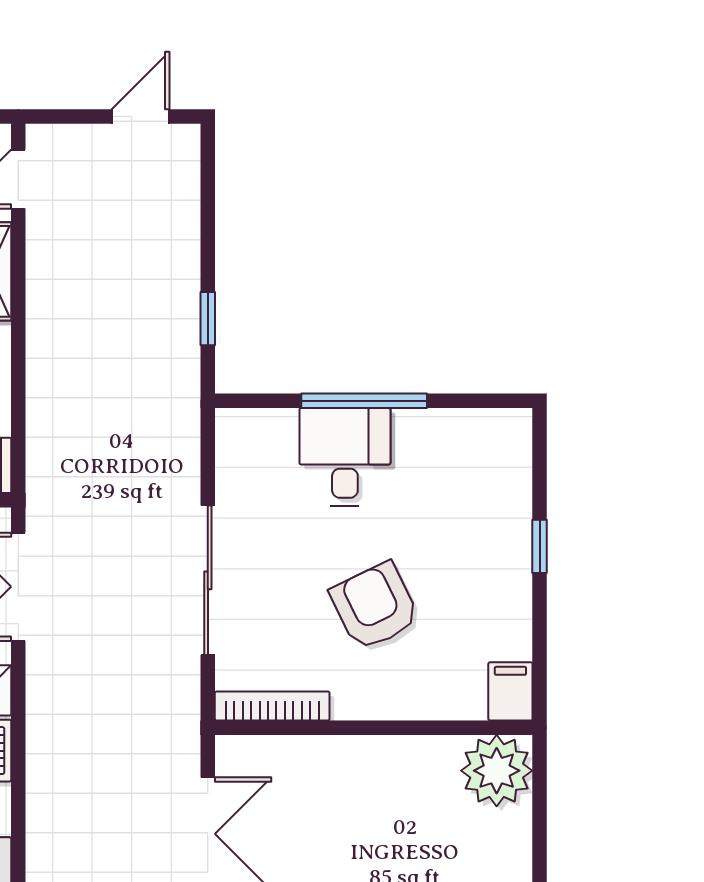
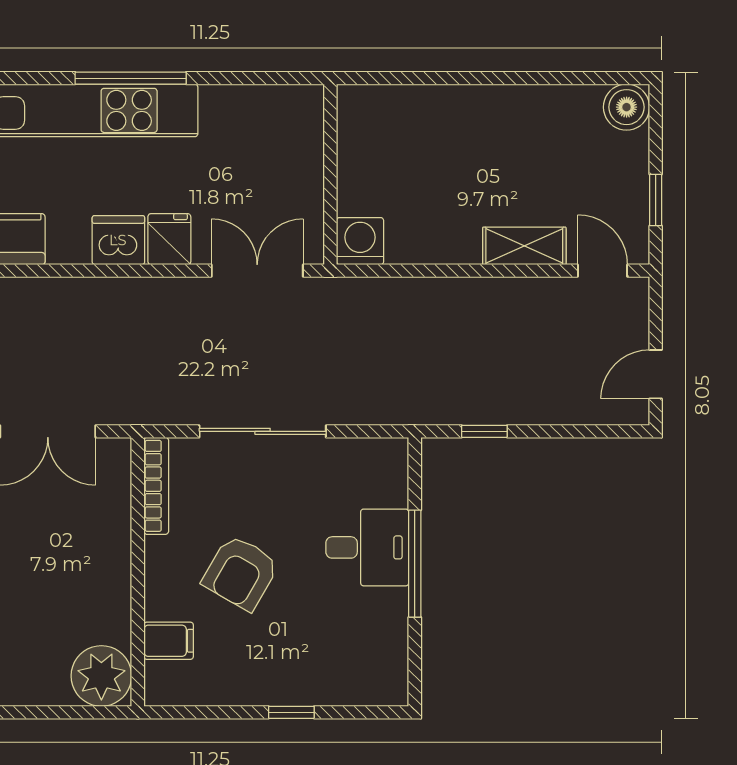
door: (141, 116) -> (656, 374), swing flipped
armchair: (375, 606) -> (241, 573), turned 146
filing cabinet: (510, 691) -> (169, 641), moved

